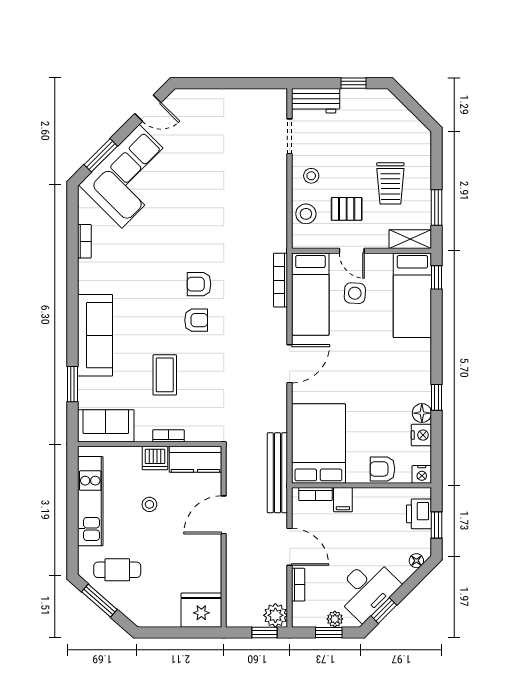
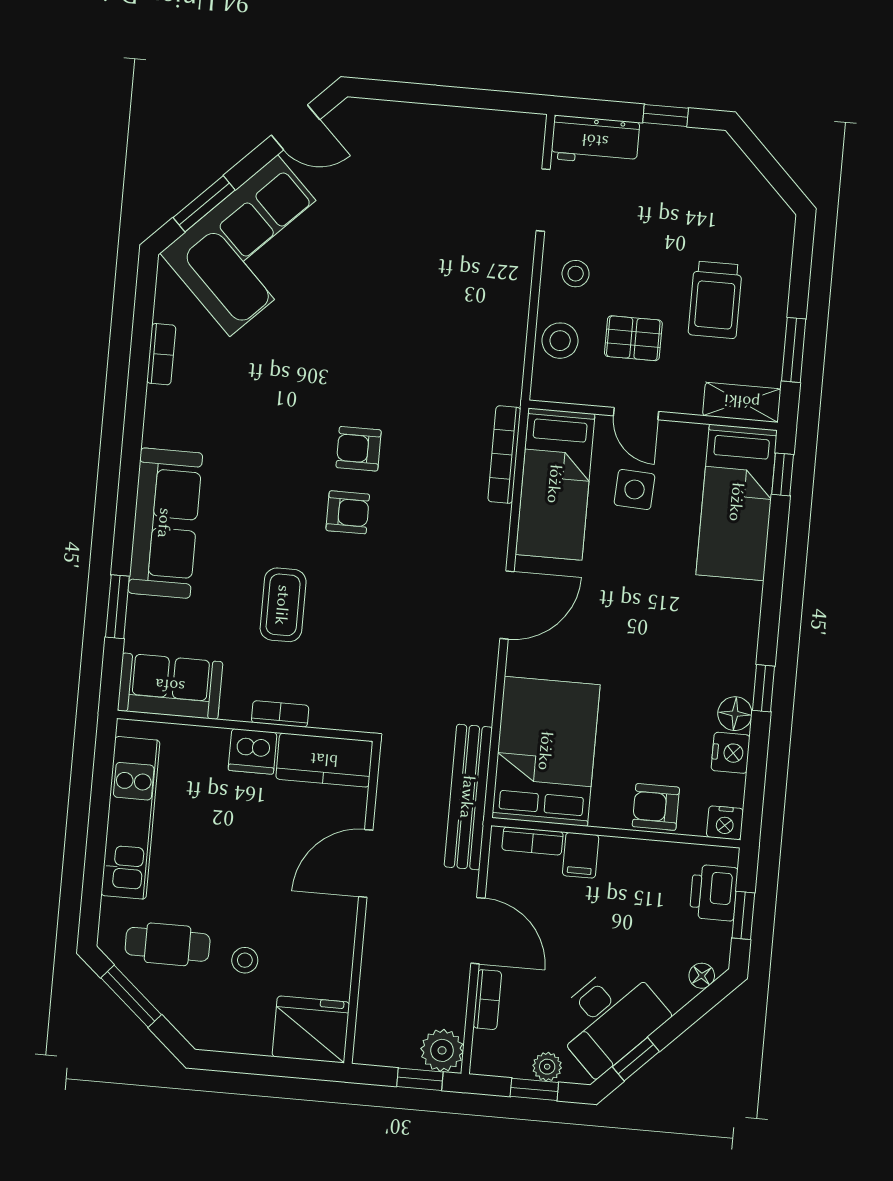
stool: (149, 504) -> (245, 960), moved

